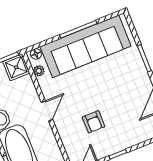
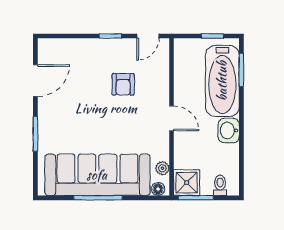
door: (47, 111) -> (172, 118), swing flipped
armchair: (94, 122) -> (123, 84), turned 180

